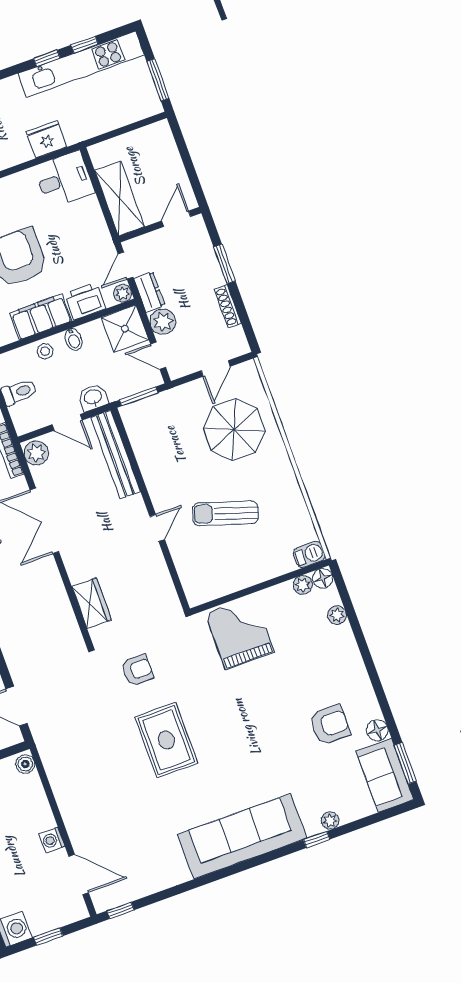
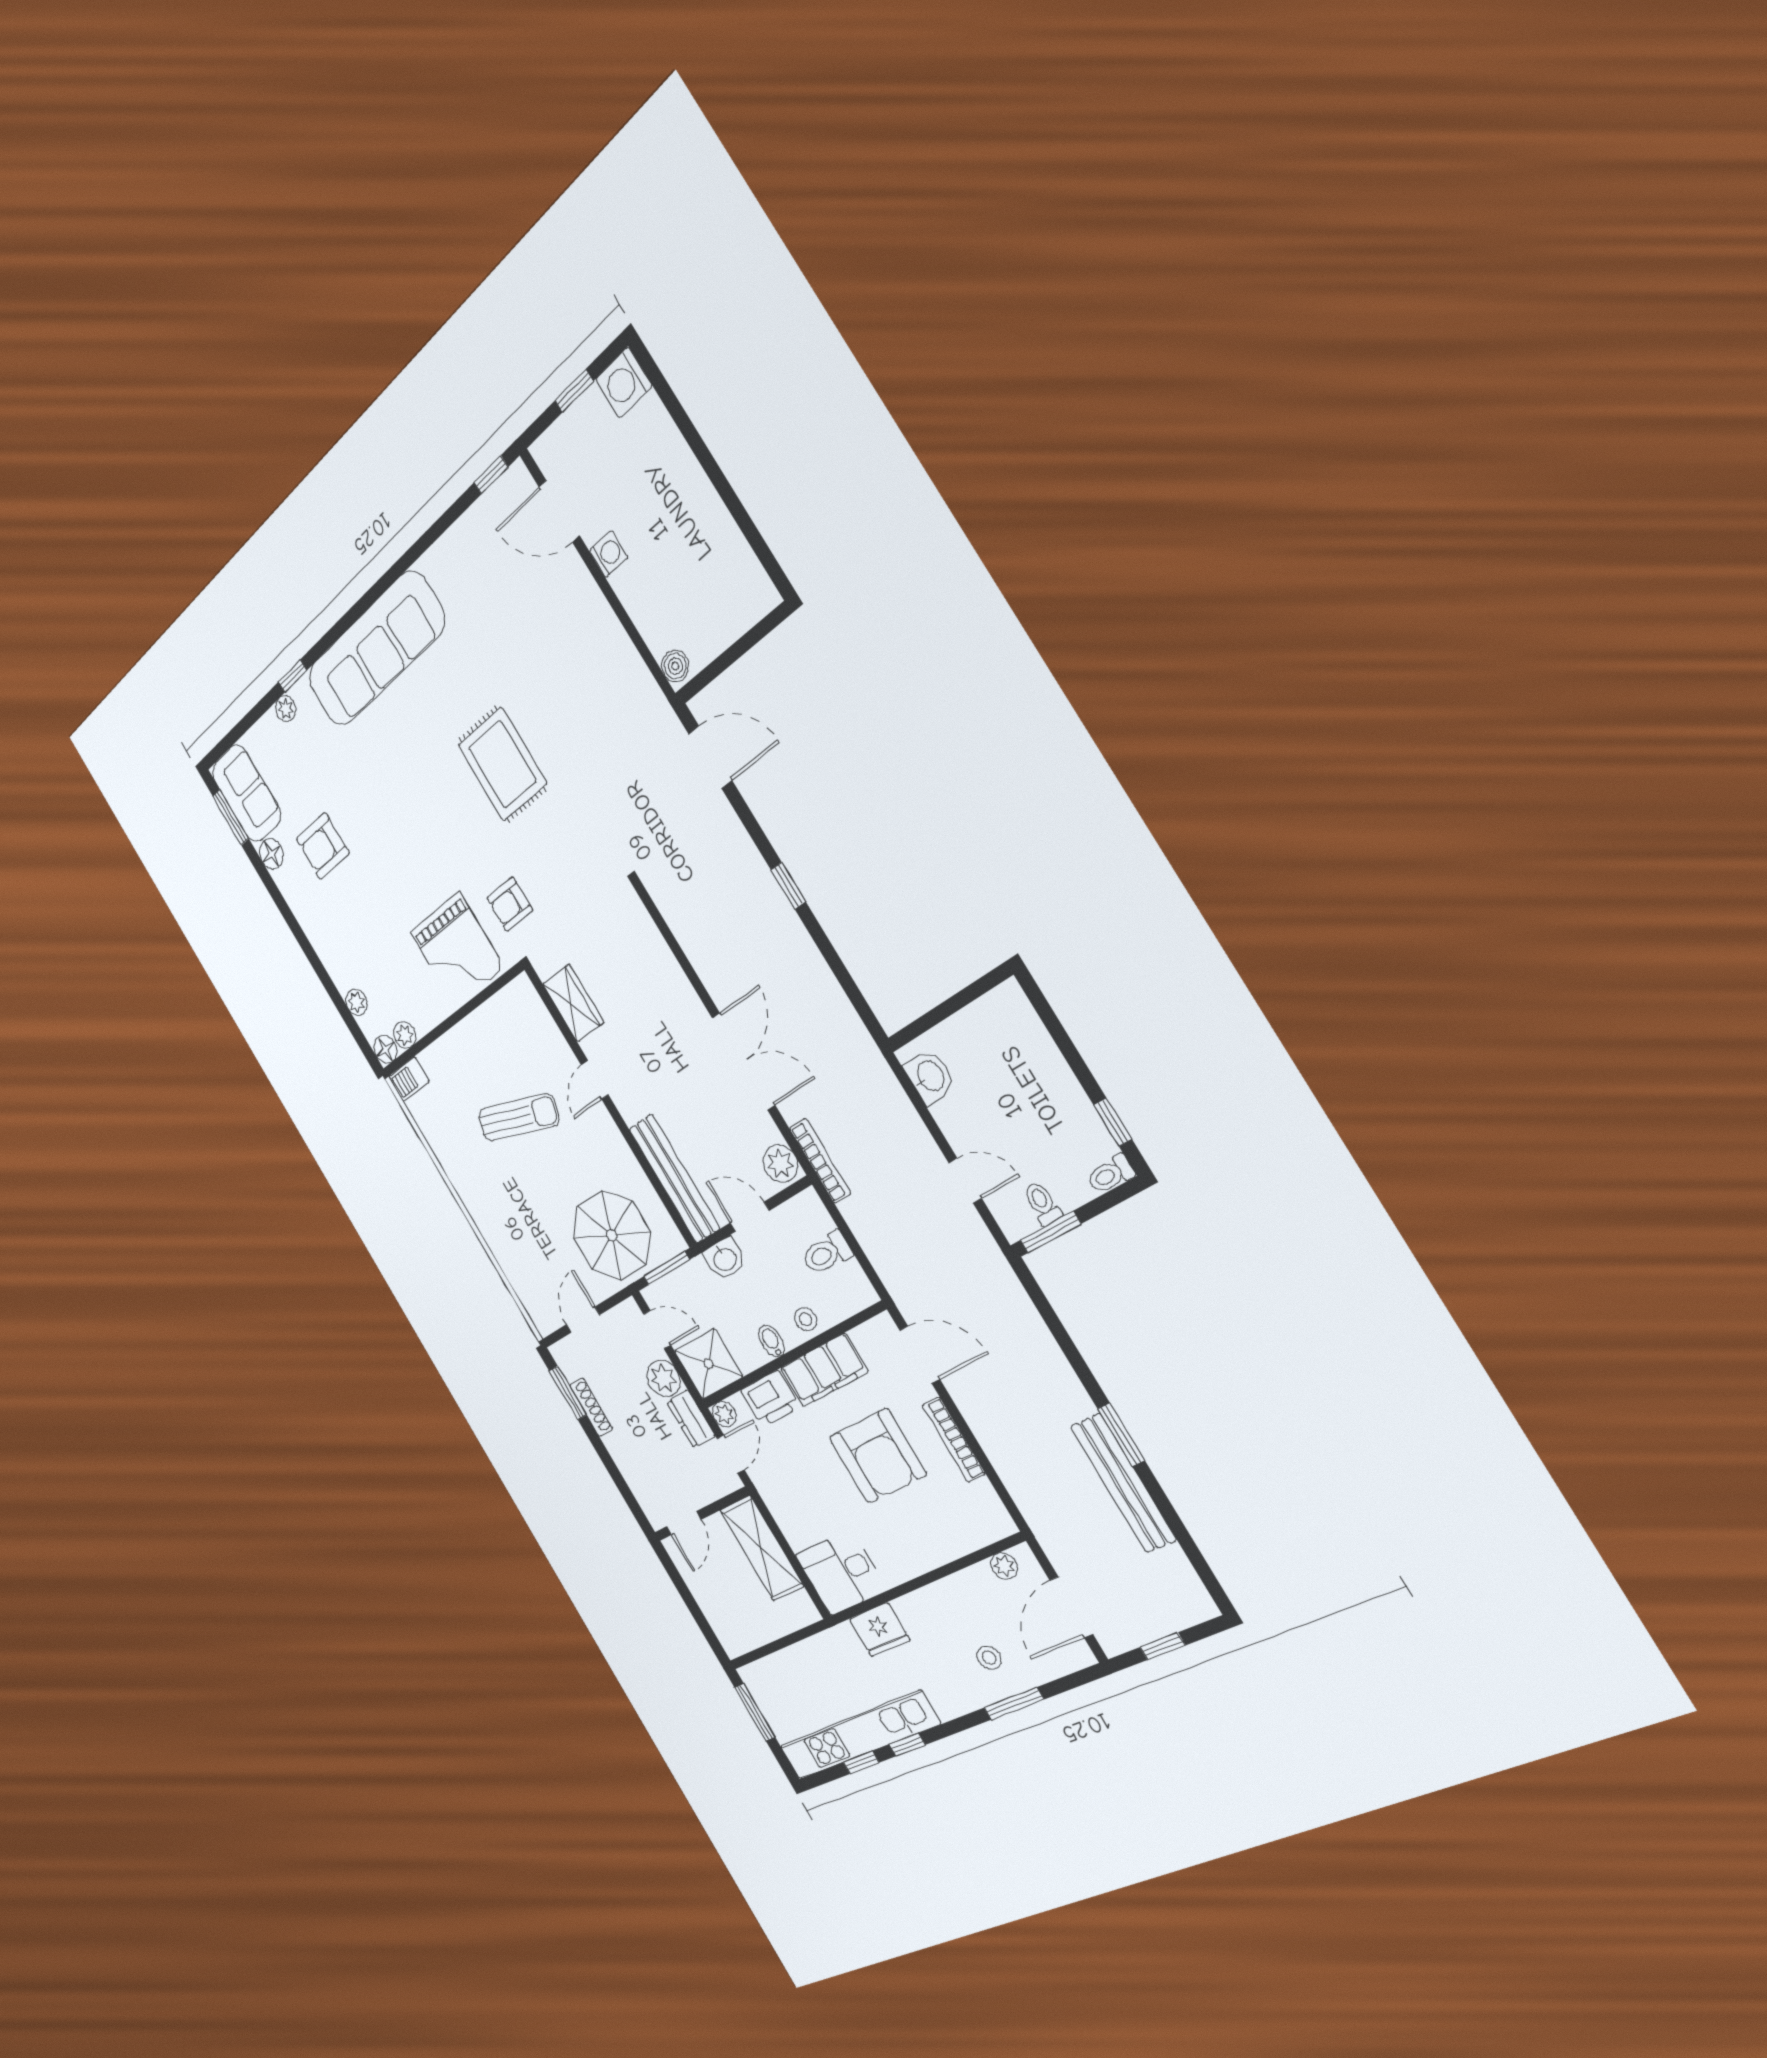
window: (225, 264) -> (568, 1393), moved
parasol: (234, 430) -> (612, 1235), moved
wardrobe: (92, 603) -> (573, 1003), moved, turned 180
armchair: (137, 670) -> (510, 904), moved

